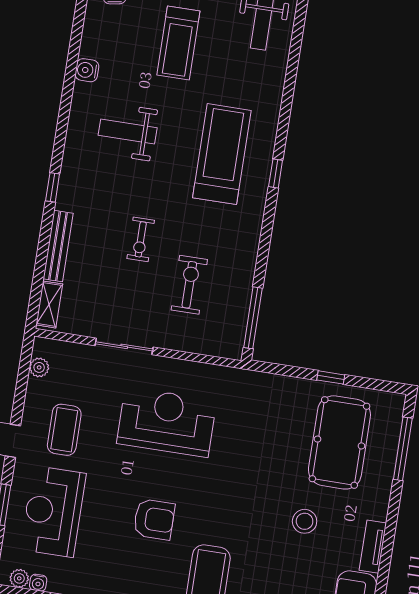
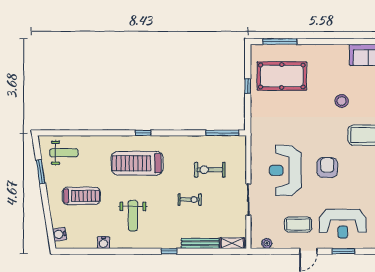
armchair: (154, 519) -> (327, 167), moved
stool: (305, 521) -> (342, 101), moved
tv unit: (373, 547) -> (335, 49), removed

